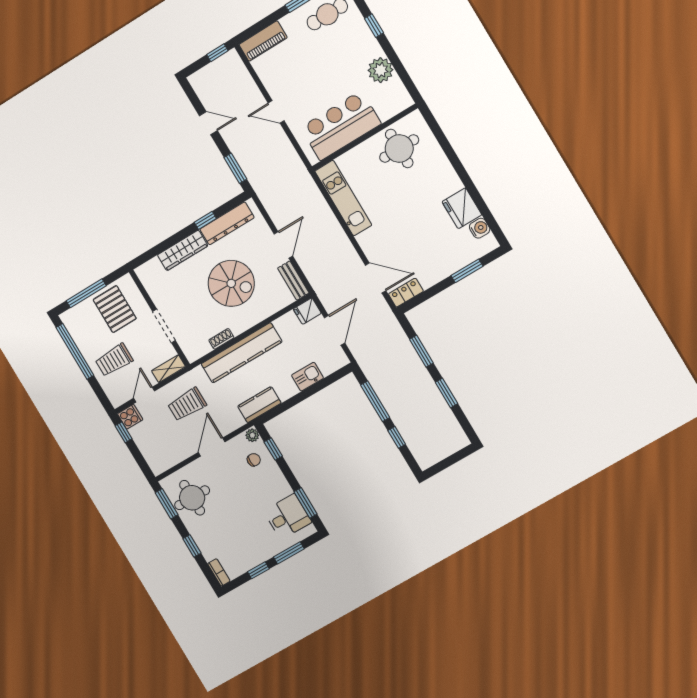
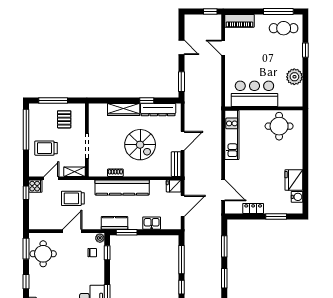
door: (276, 112) -> (223, 48), moved
locker: (406, 293) -> (253, 208), moved
pallet: (115, 309) -> (64, 119), width x0.67, depth x0.71
window: (282, 408) -> (127, 232), added

